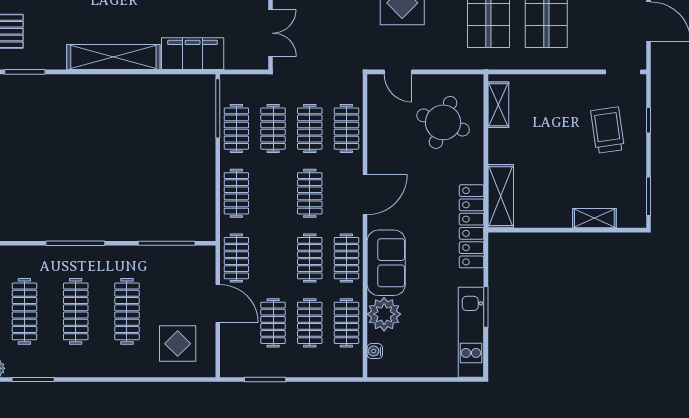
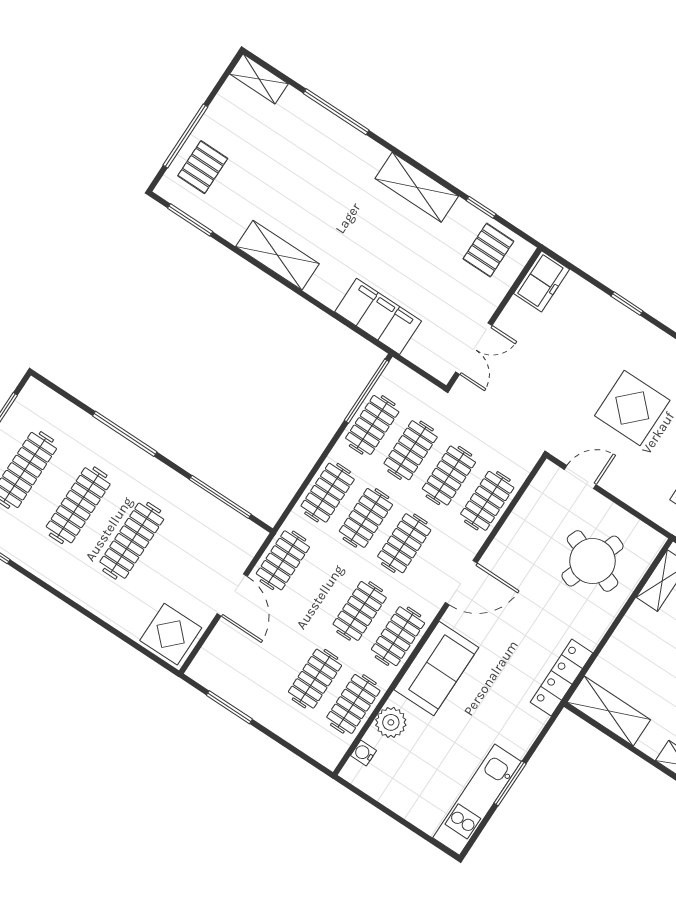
shelving: (113, 57) -> (277, 255), width x0.68
door: (398, 72) -> (580, 477), swing flipped
shelving: (501, 196) -> (609, 711), moved, turned 90
locker: (472, 226) -> (562, 678), width x0.71, depth x0.83
plant: (384, 314) -> (391, 722), width x0.73, depth x0.73
clothes rail: (273, 323) -> (366, 518), moved
display table: (178, 344) -> (171, 634), moved

